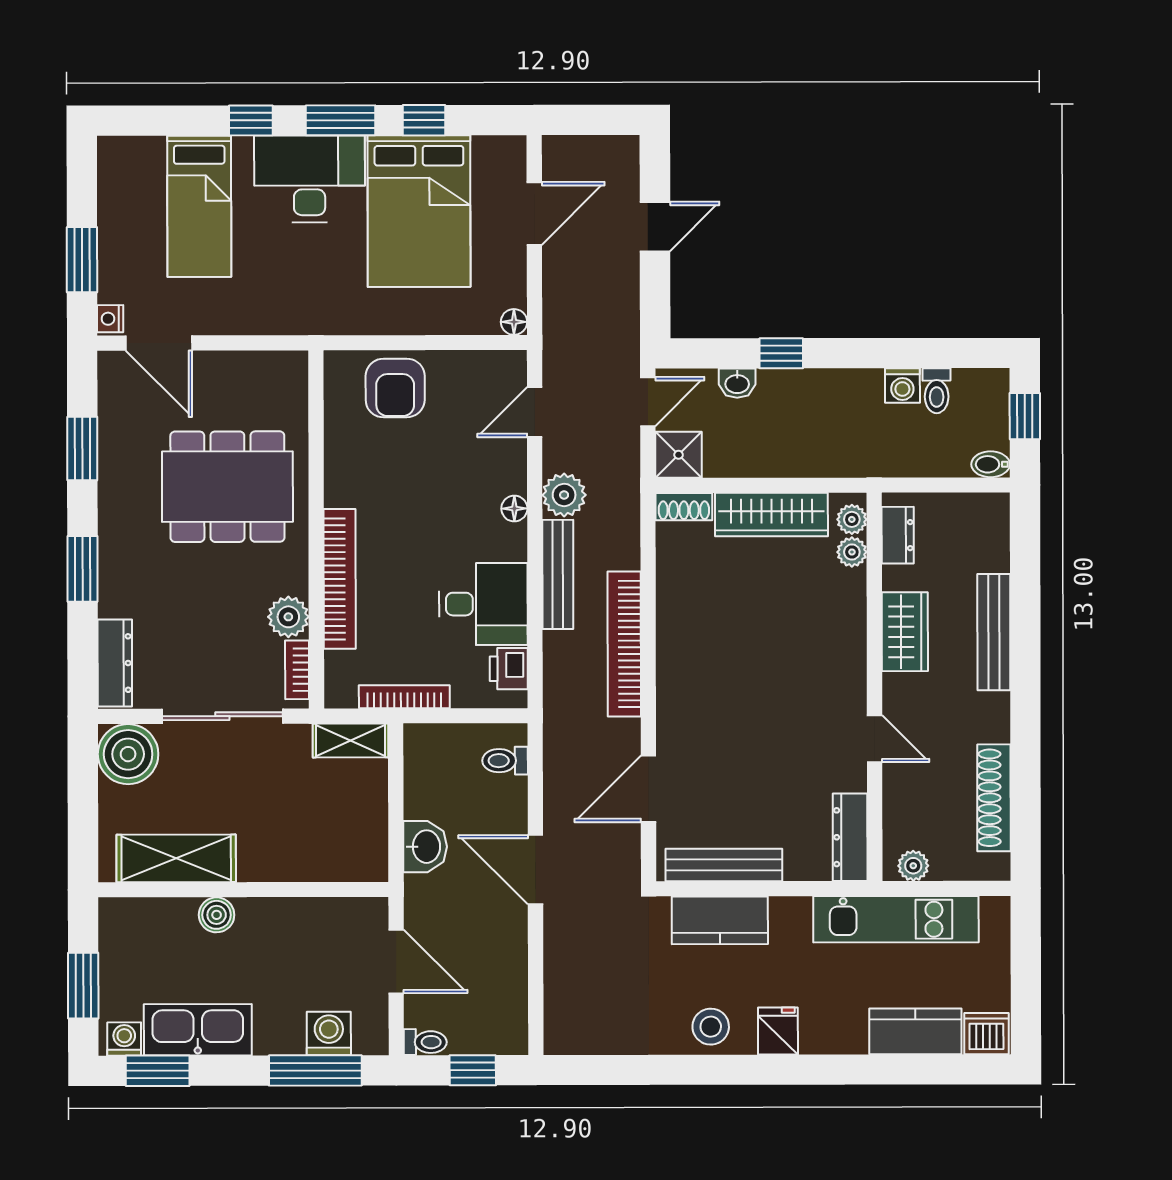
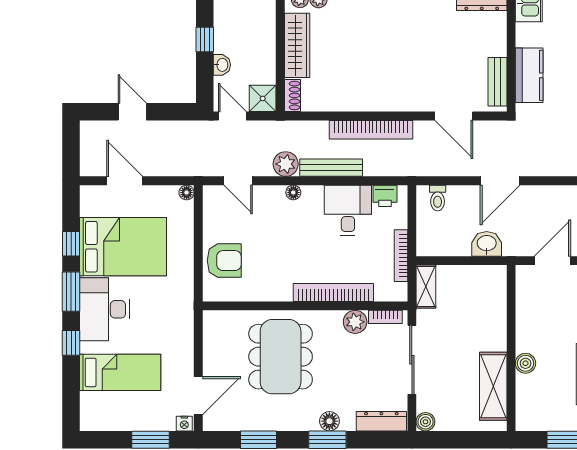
floor lamp: (115, 572) -> (329, 421), added
boiler: (128, 754) -> (425, 422), width x0.54, depth x0.54
bench: (724, 865) -> (497, 82), width x0.73

